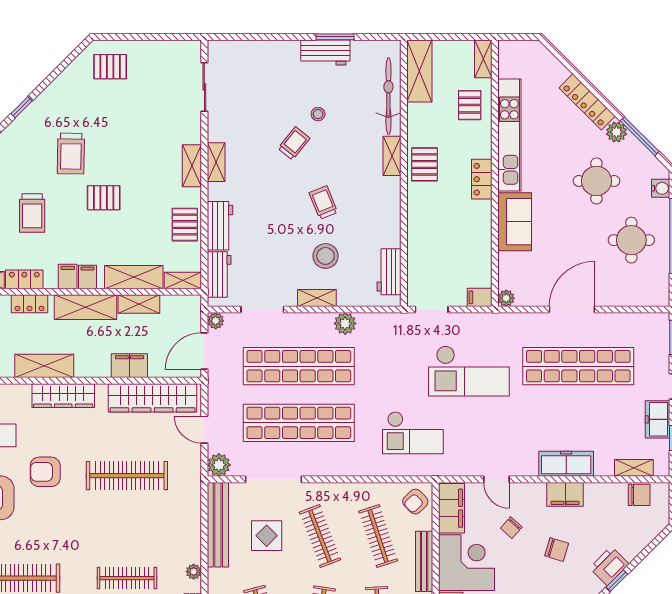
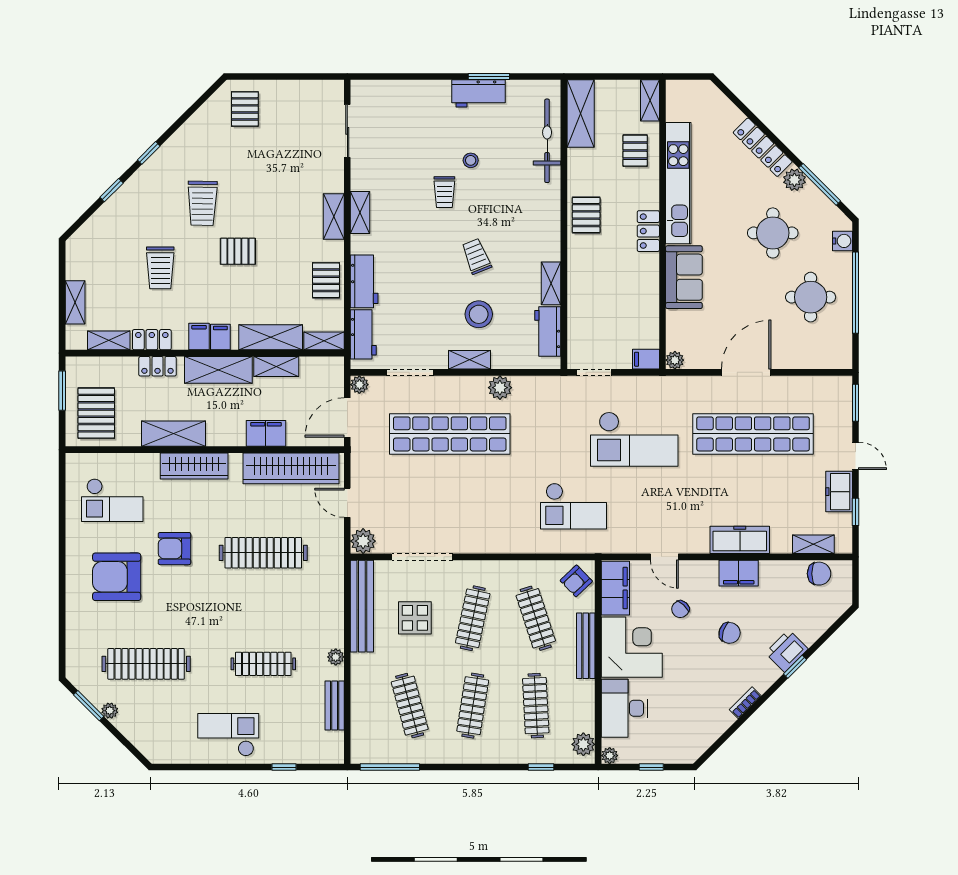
pallet: (110, 67) -> (245, 109), turned 90
trolley: (294, 143) -> (444, 192), turned 141
shelving: (392, 156) -> (551, 283), moved
shop shelf: (299, 423) -> (450, 495), removed
clothes rail: (320, 536) -> (473, 618), turned 33

